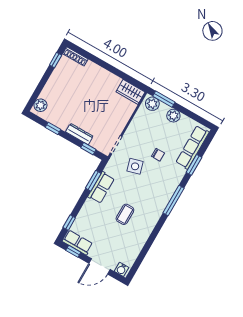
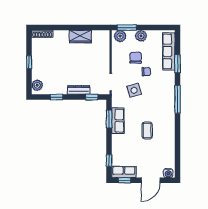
window: (56, 60) -> (29, 62), moved
wardrobe: (130, 92) -> (80, 37), moved
chair: (155, 134) -> (136, 58), added

